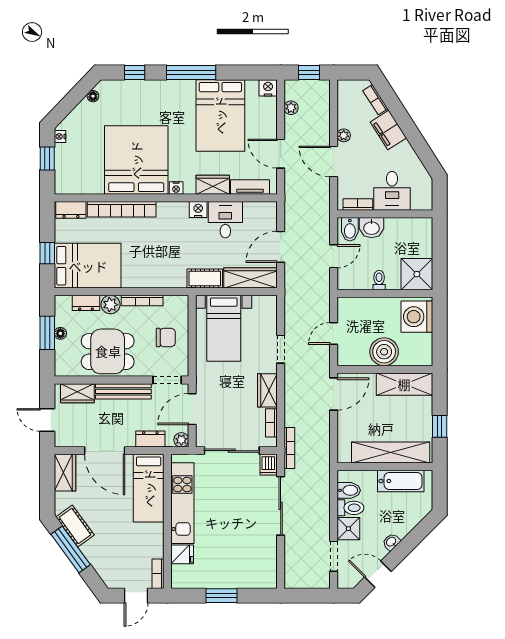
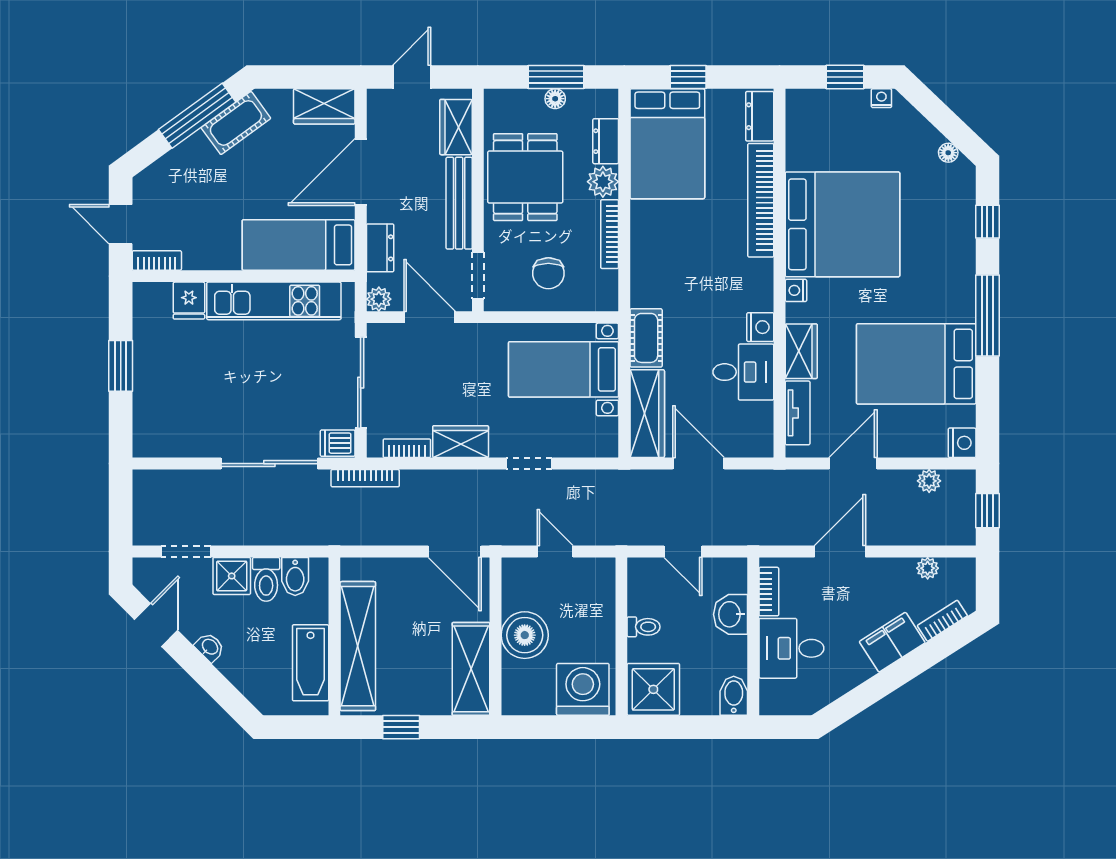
plant: (344, 135) -> (928, 568), moved
bidet: (350, 229) -> (734, 696), moved, turned 90

